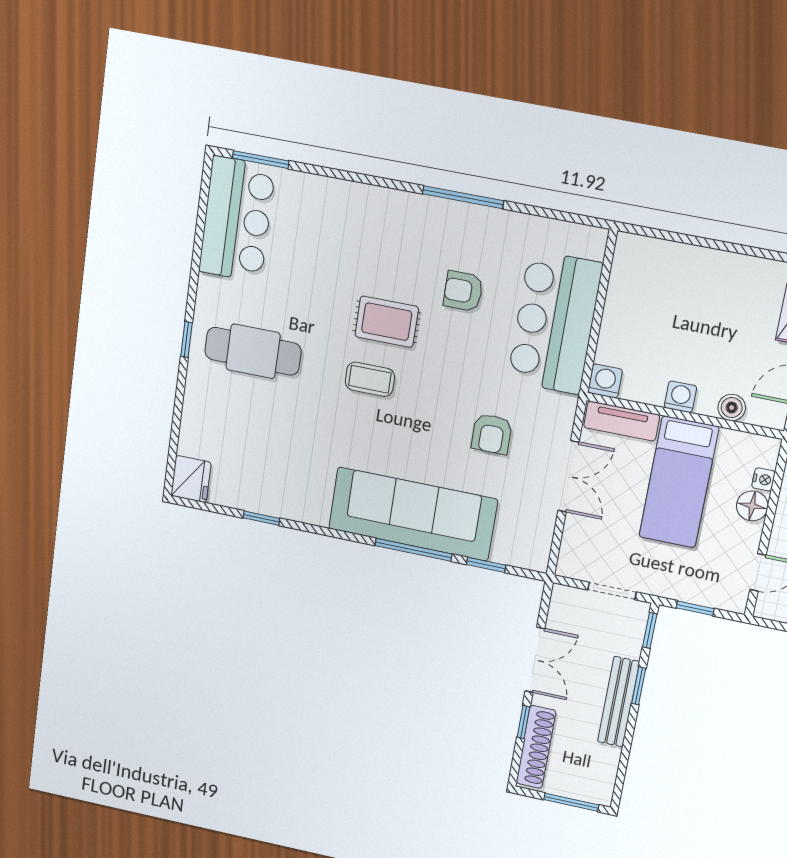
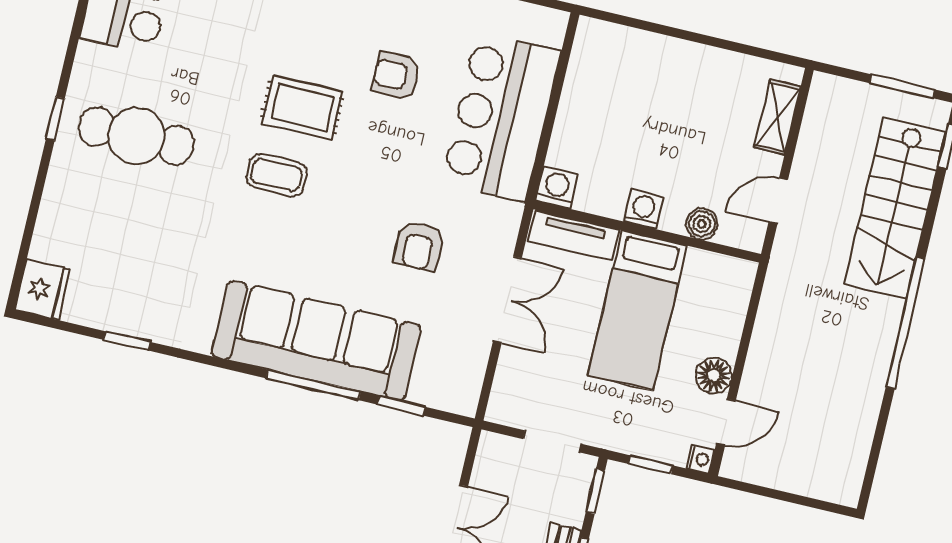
nightstand: (763, 479) -> (701, 459), moved
floor lamp: (752, 506) -> (714, 375), moved

